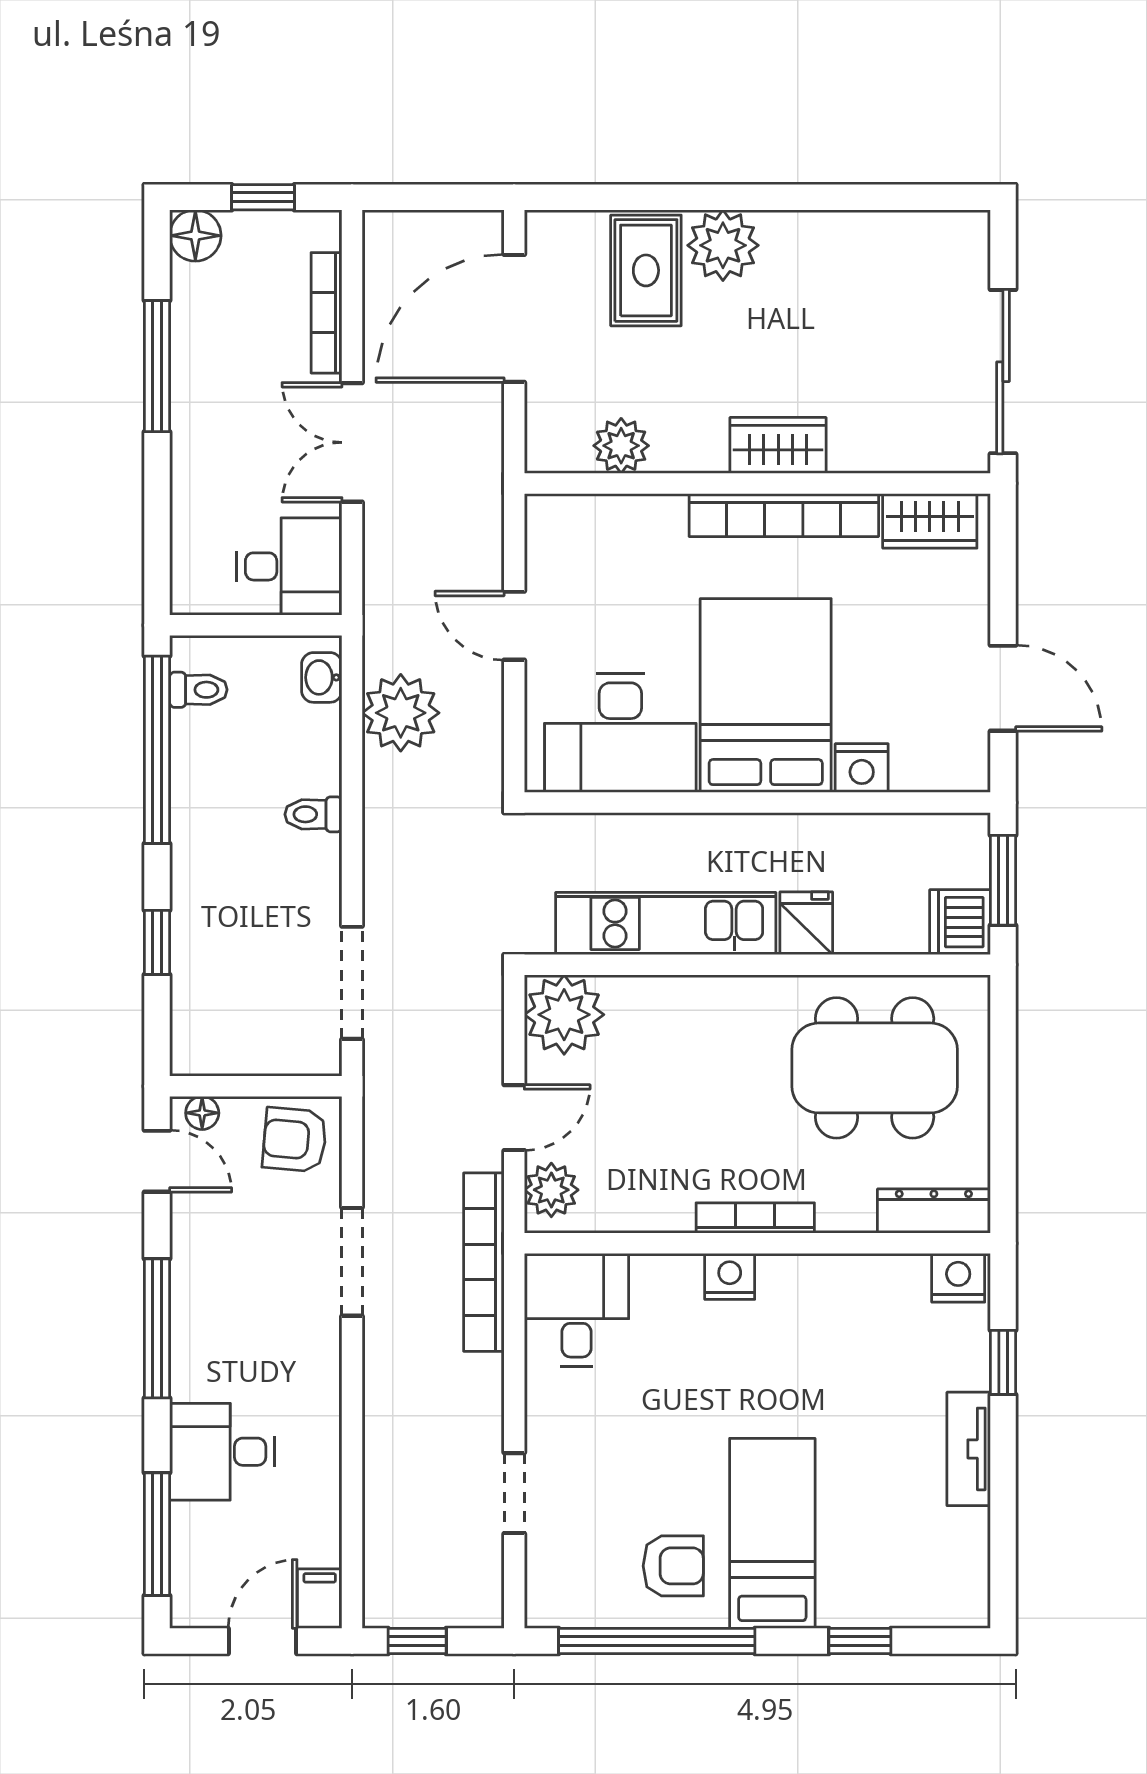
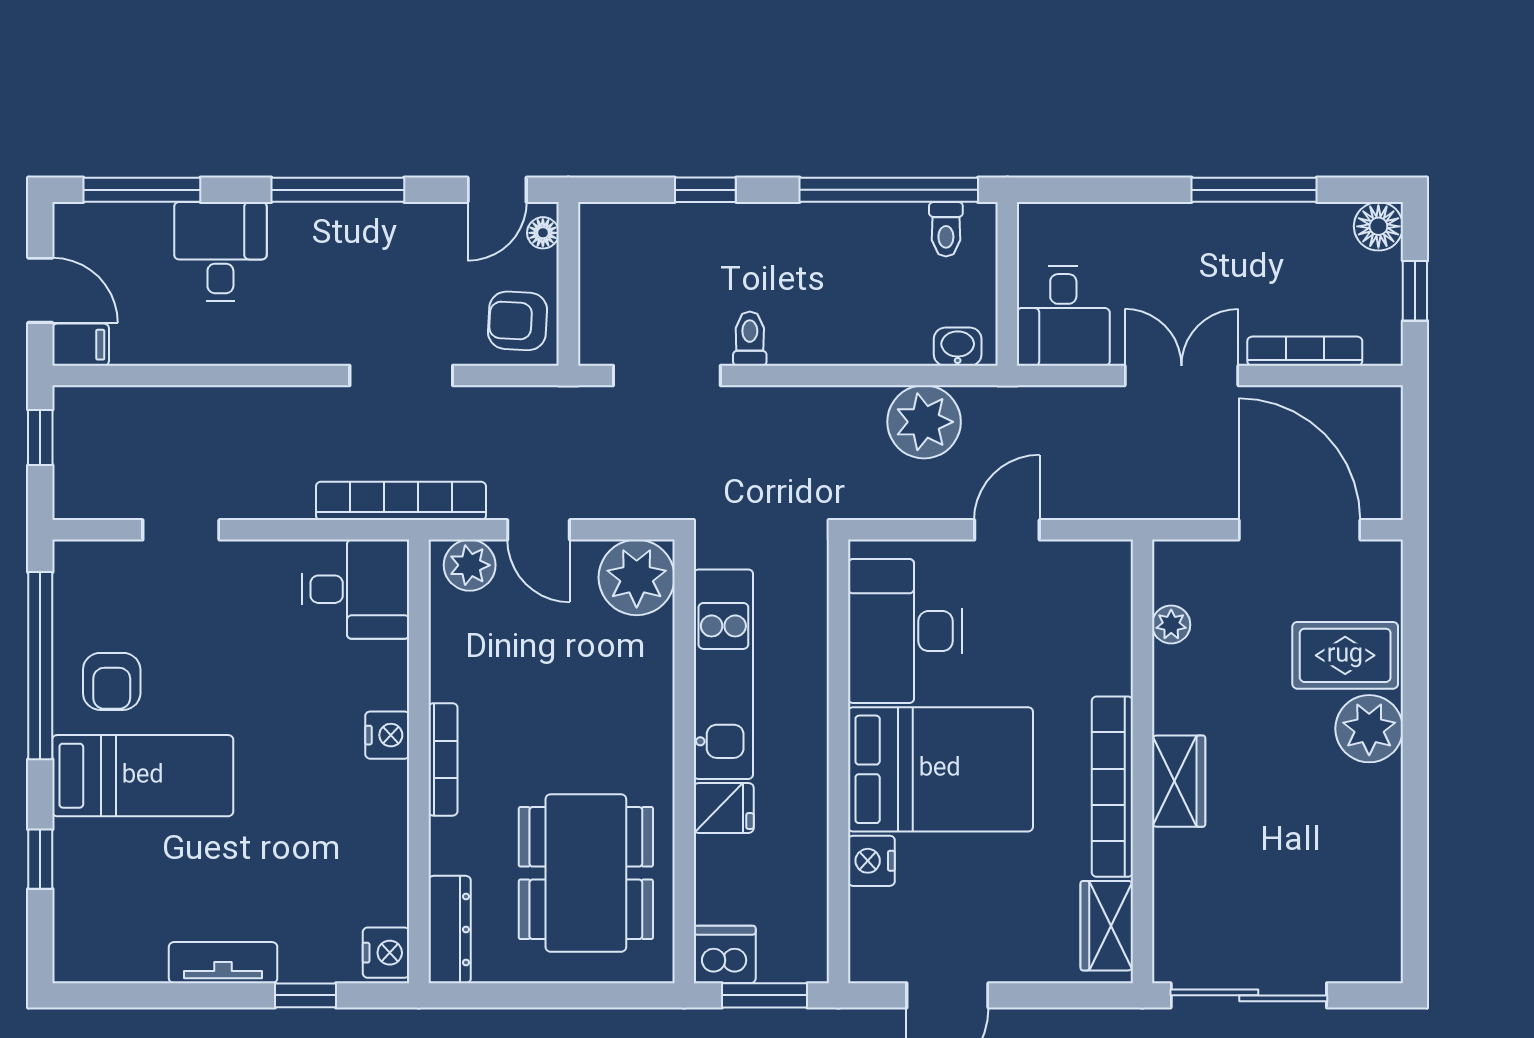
plant: (621, 446) -> (1171, 625), width x0.73, depth x0.73
toilet: (313, 814) -> (750, 339), moved
armchair: (295, 1140) -> (517, 321), turned -92

